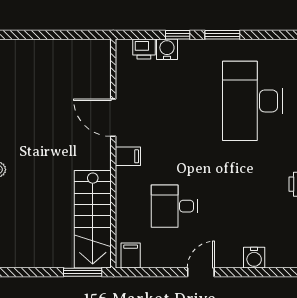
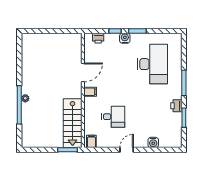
water cooler: (167, 49) -> (125, 38), moved
desk: (252, 101) -> (152, 64), turned 180
door: (113, 118) -> (83, 72), swing flipped
desk: (174, 206) -> (113, 117), turned 180

